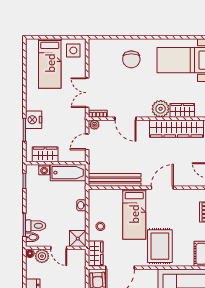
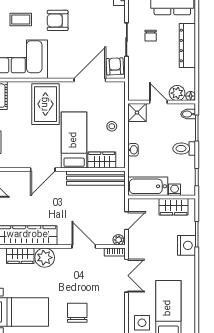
toilet: (36, 226) -> (184, 149), moved
wardrobe: (96, 253) -> (102, 160), moved, turned 90

